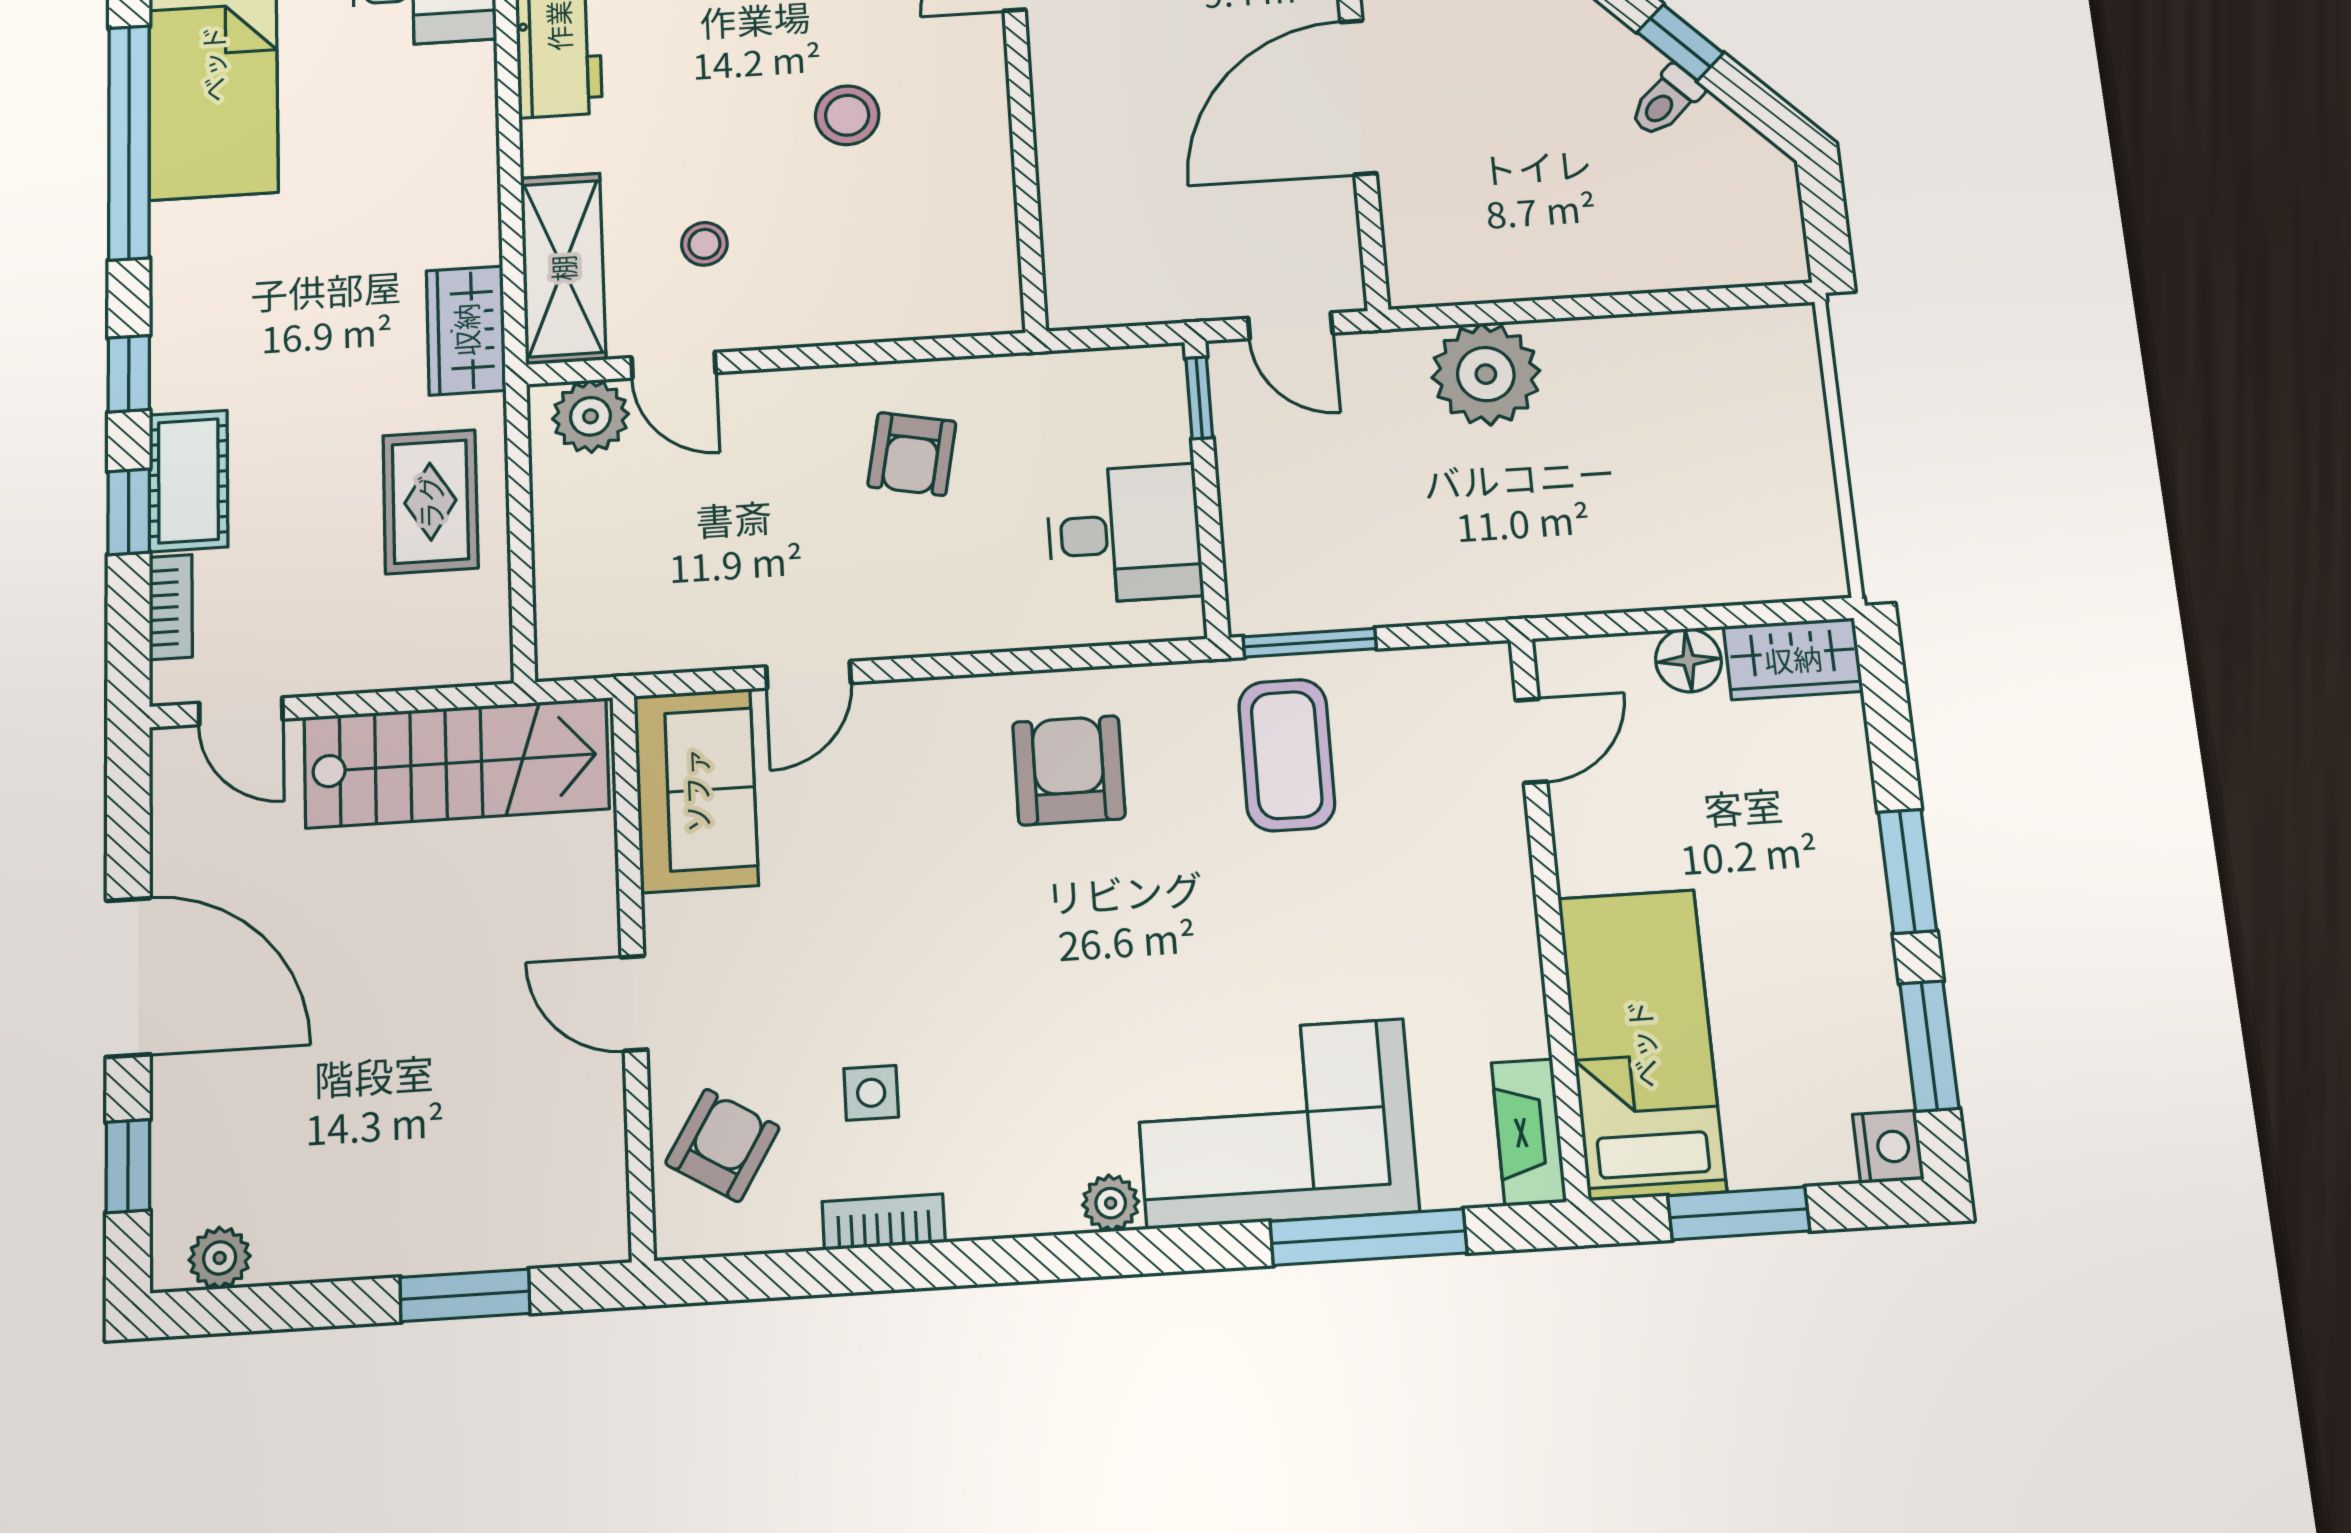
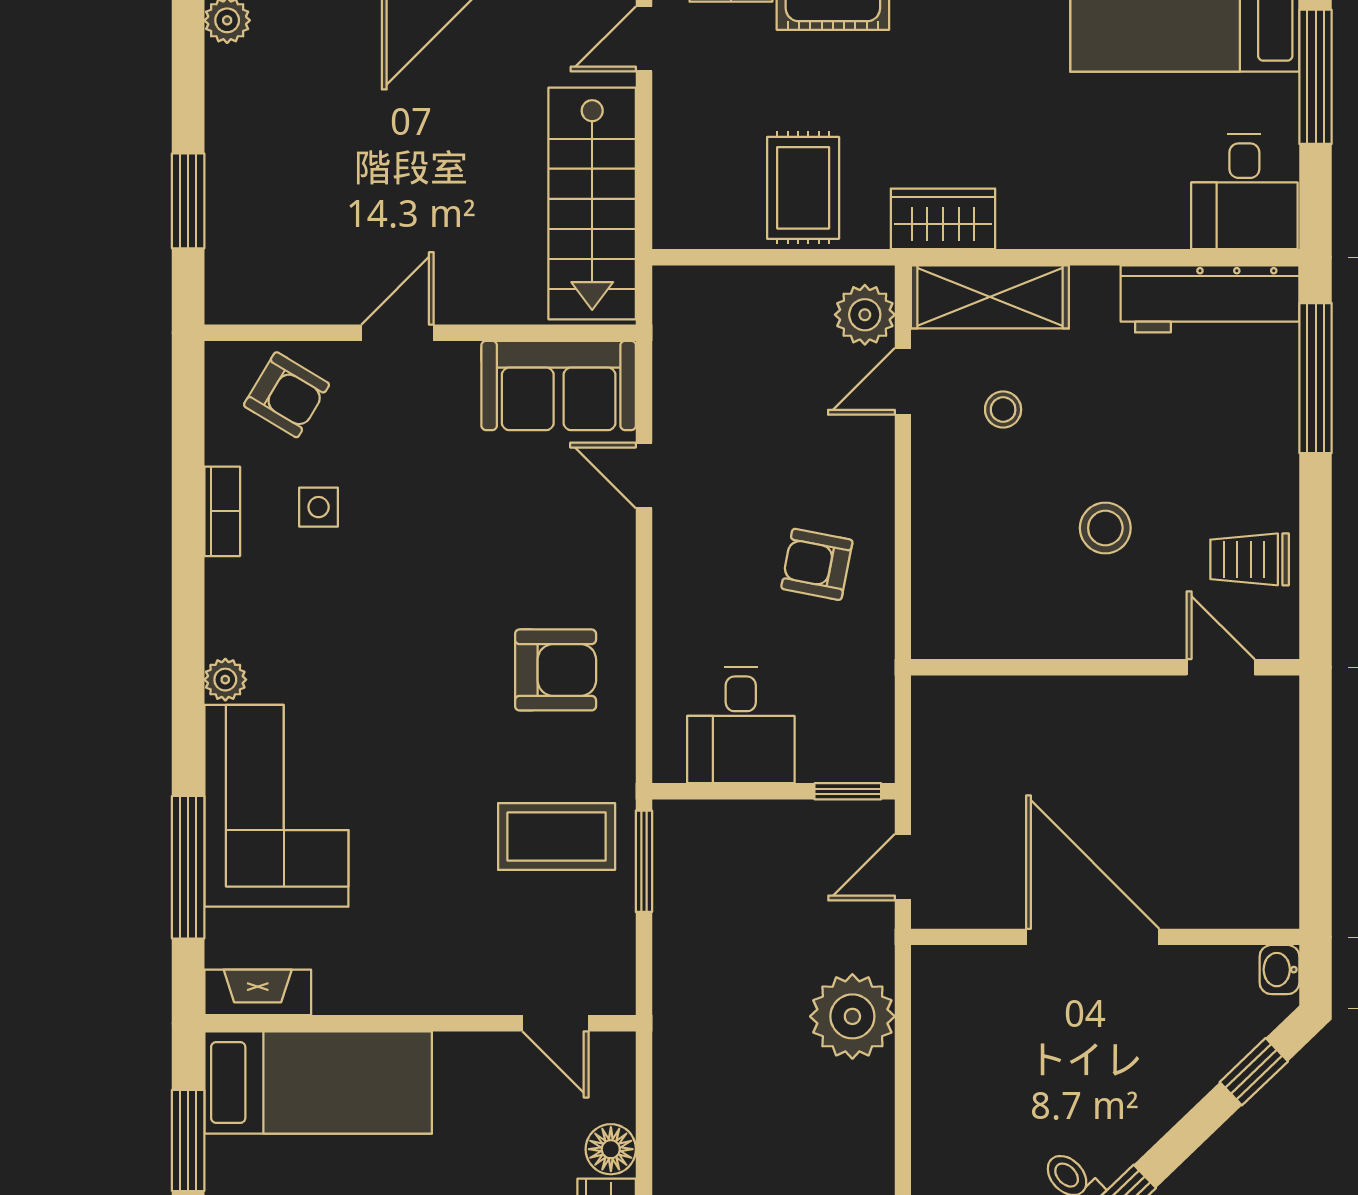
rug: (430, 502) -> (803, 188), turned 90

